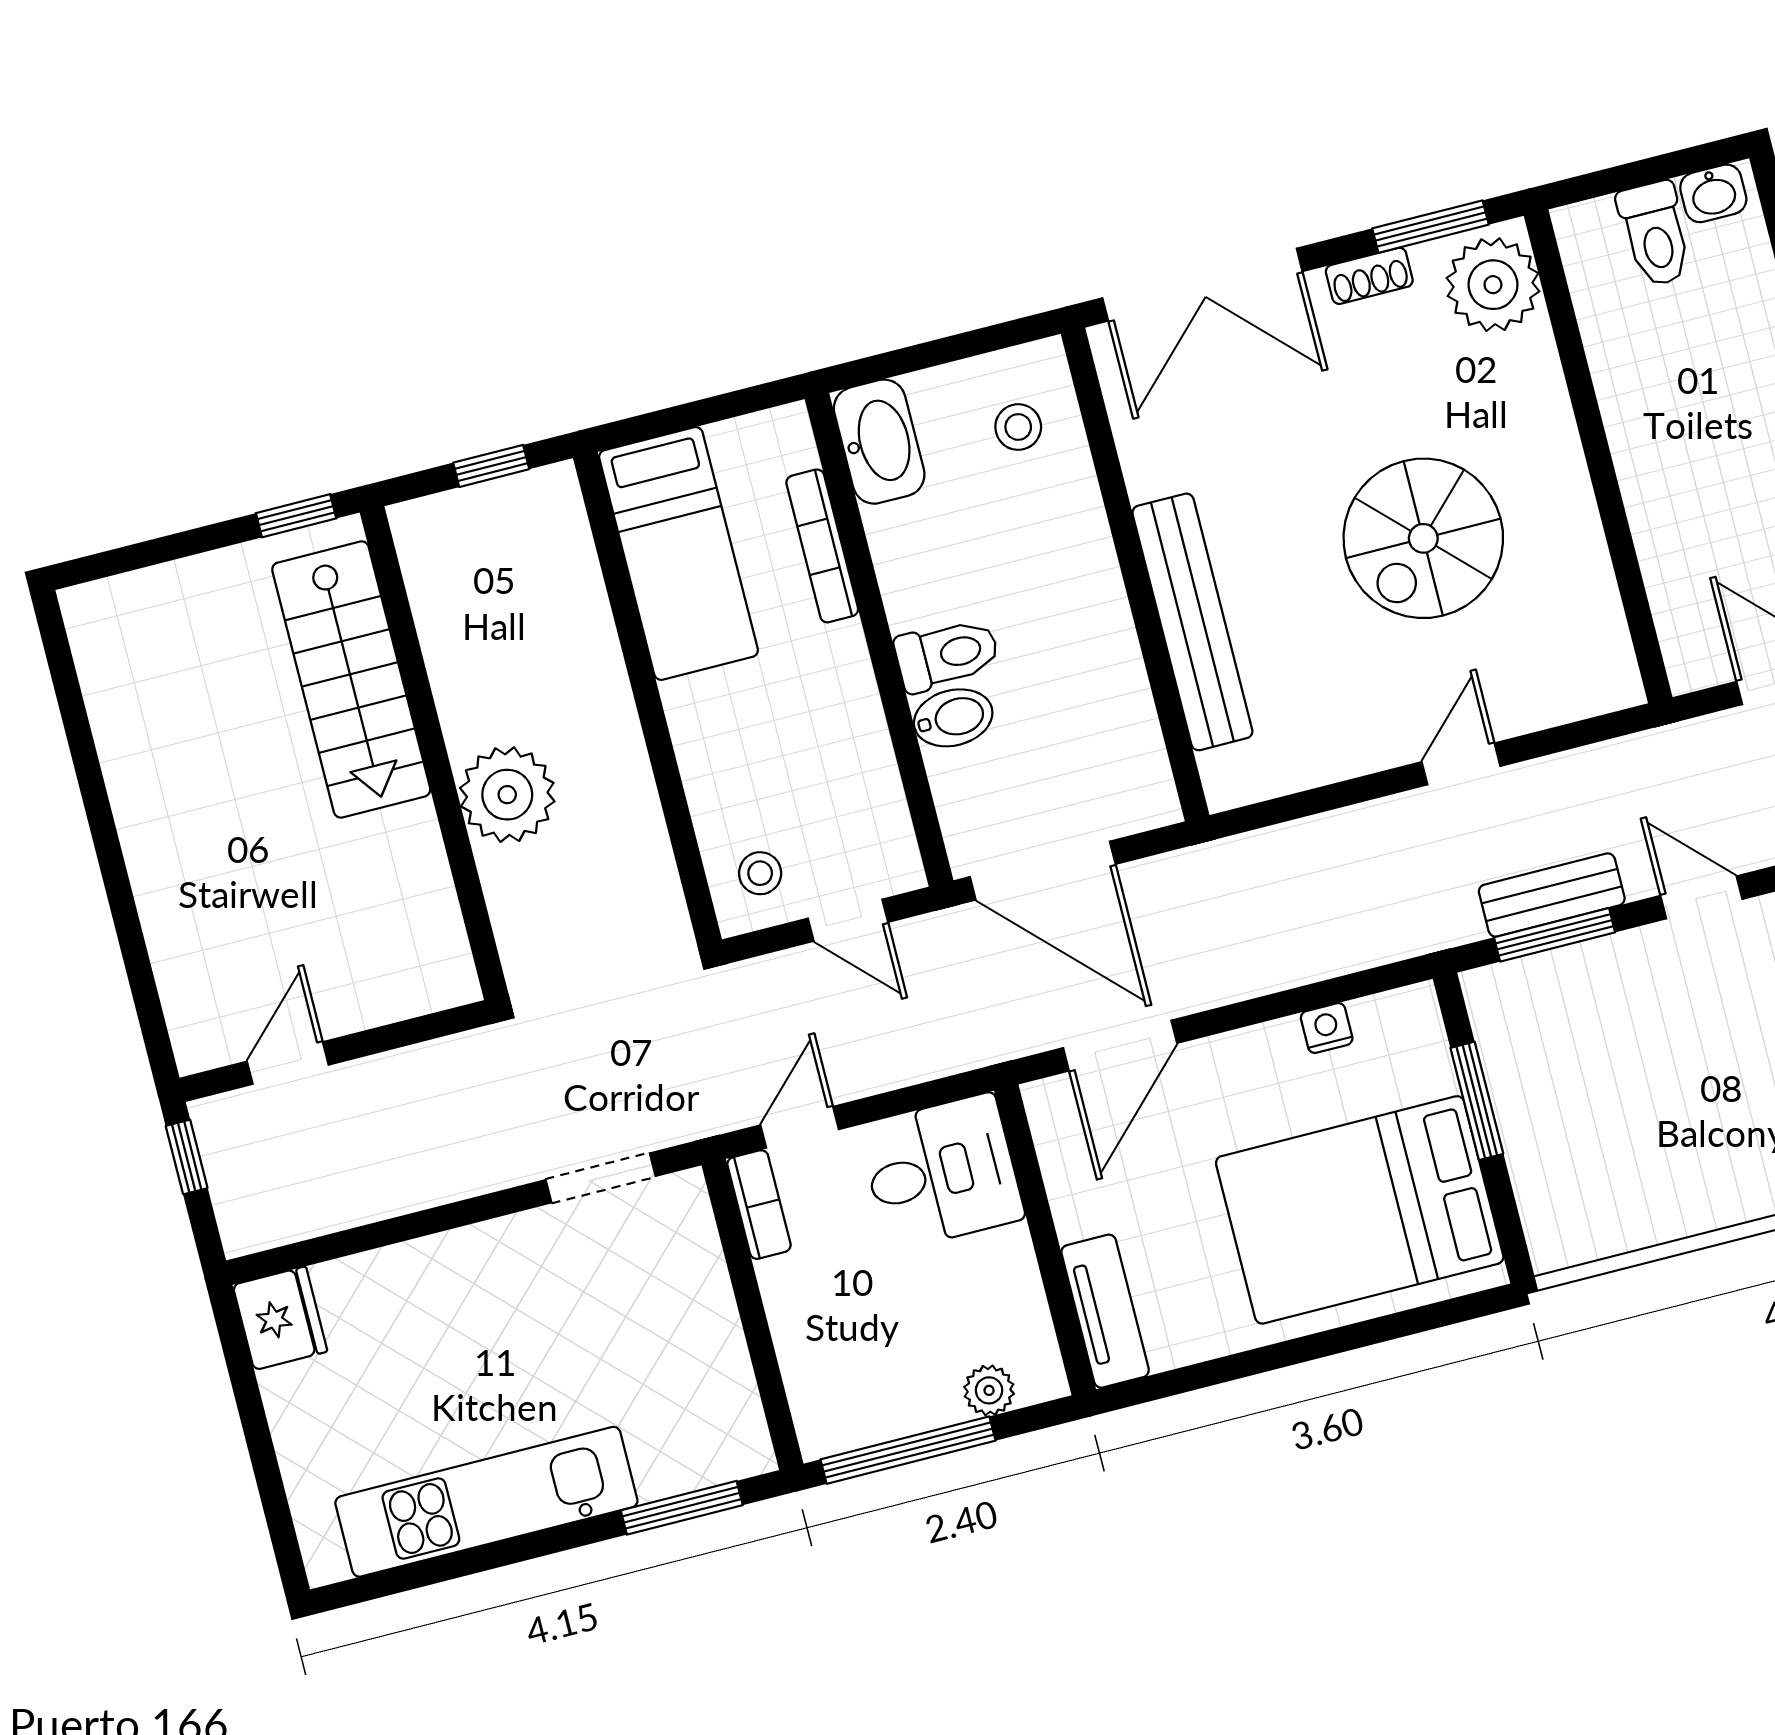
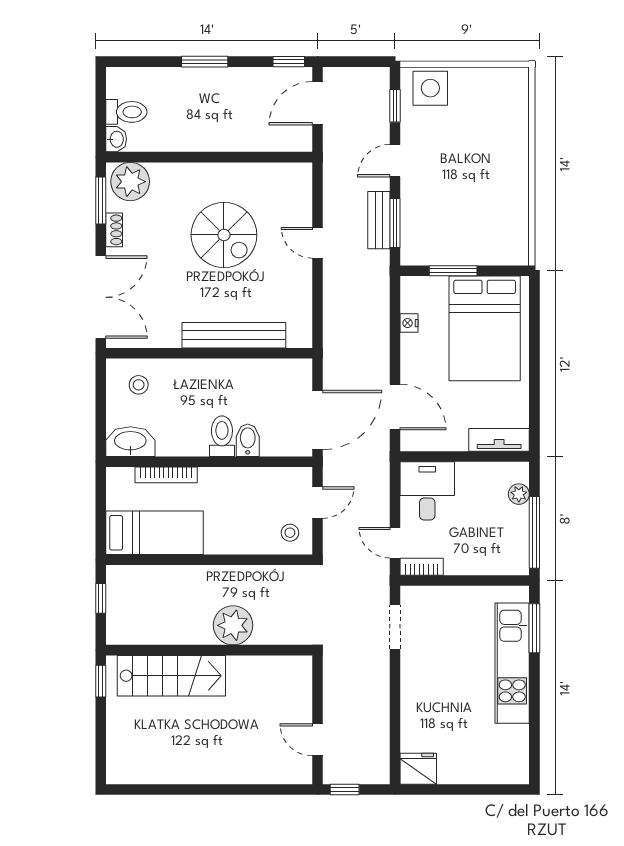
washbasin: (1713, 193) -> (116, 139), moved
kitchen unit: (486, 1502) -> (512, 663), moved

